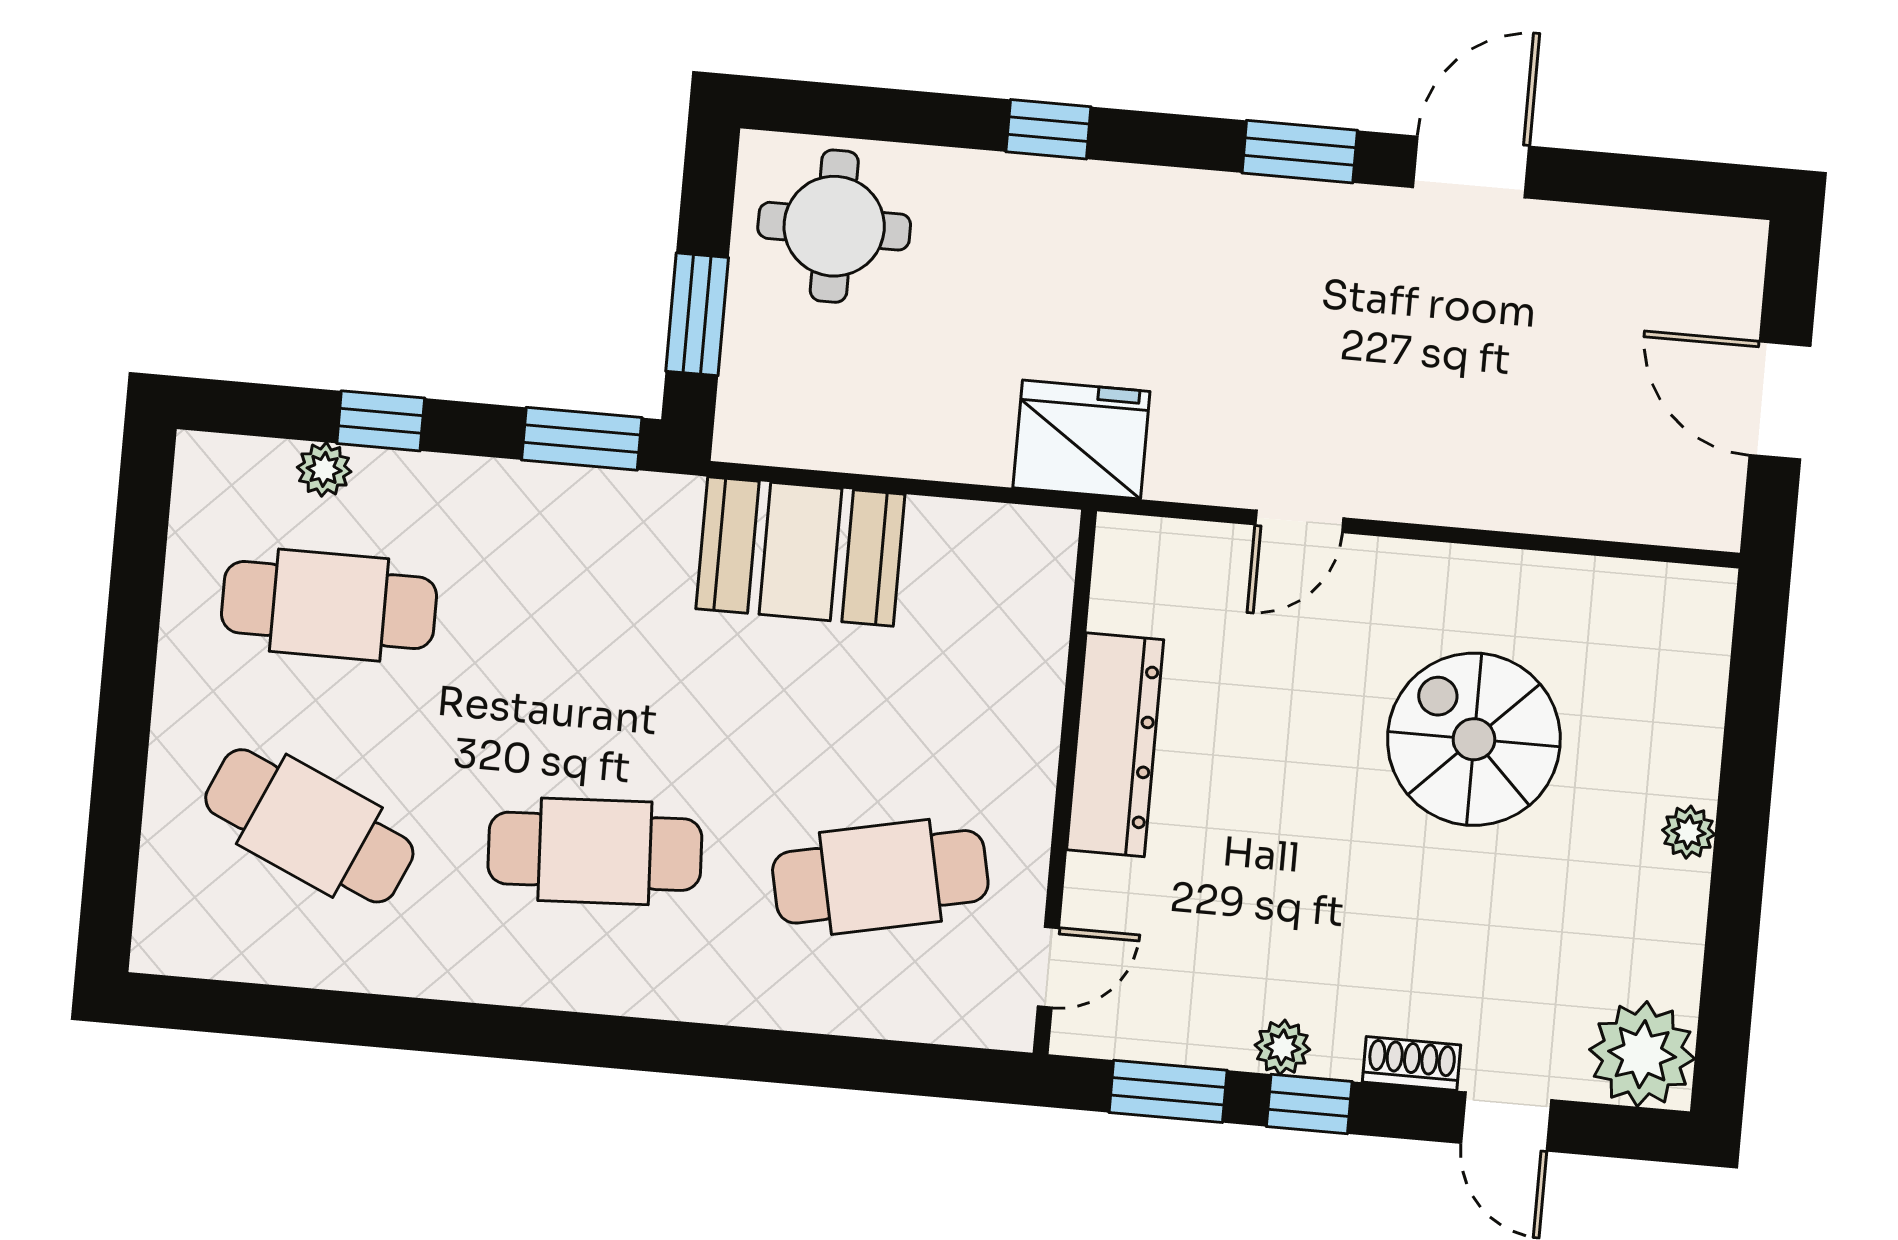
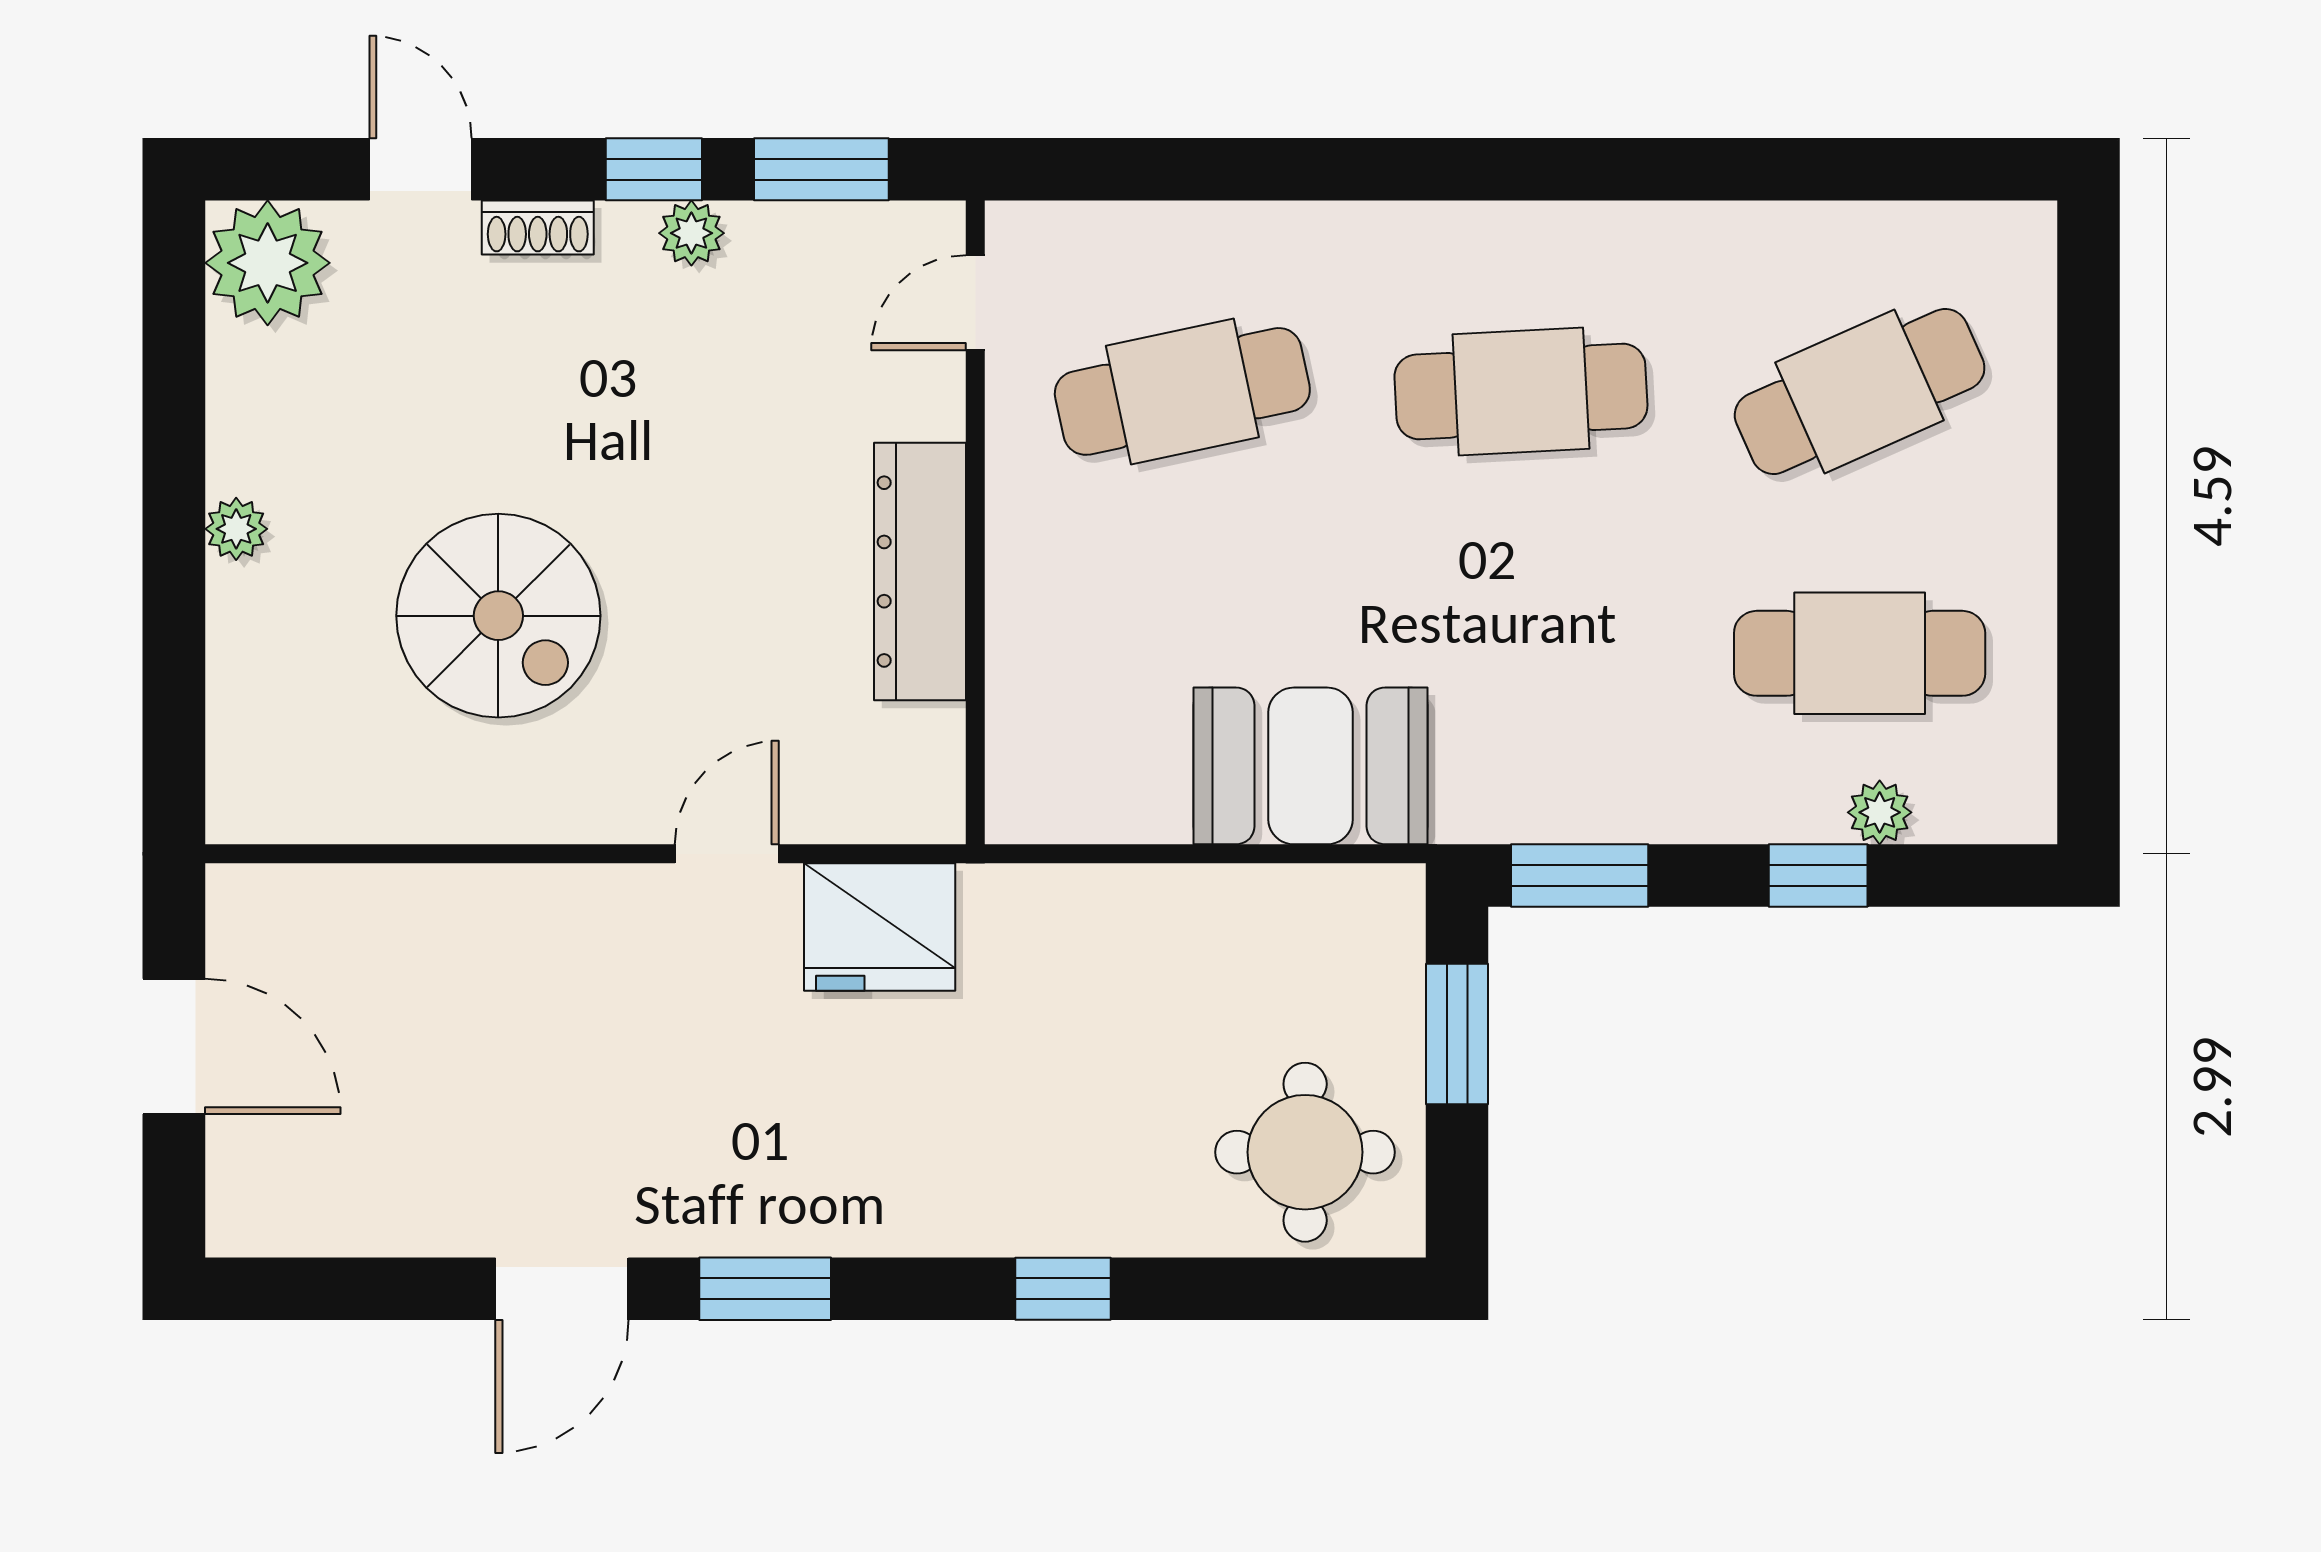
fridge: (1081, 440) -> (880, 927), moved
cafe table: (309, 826) -> (1860, 391), turned -48

